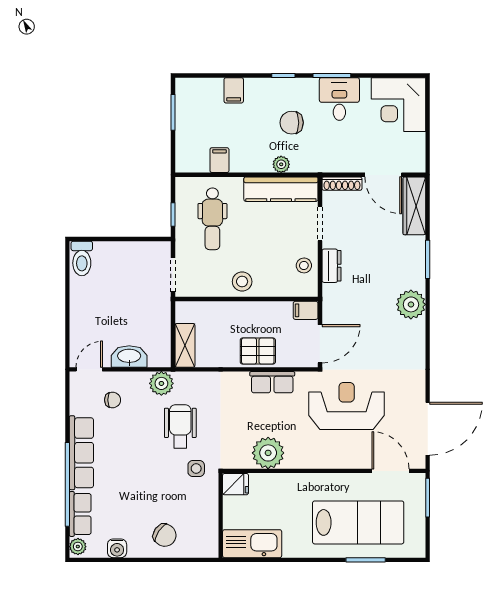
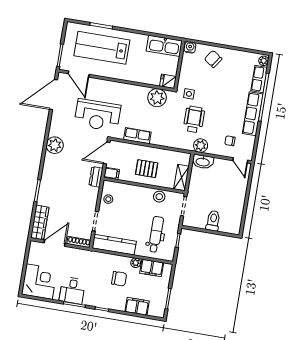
filing cabinet: (234, 90) -> (137, 306), width x2.00
chair: (292, 123) -> (119, 279), moved
filing cabinet: (219, 160) -> (152, 268), width x2.00
plant: (281, 164) -> (136, 263), moved
door: (383, 175) -> (55, 243), hinge flipped
toilet: (82, 258) -> (213, 221), moved
dresser: (331, 266) -> (96, 177), moved
stool: (242, 282) -> (159, 197), moved
plant: (411, 304) -> (55, 145), moved
shelving: (185, 345) -> (181, 178), moved
pallet: (258, 351) -> (147, 169), moved
washbasin: (129, 356) -> (203, 162), moved
door: (89, 369) -> (240, 160), hinge flipped
wheelchair: (180, 426) -> (194, 119), turned 180
plant: (268, 453) -> (157, 98), moved
water cooler: (117, 548) -> (190, 47), moved

